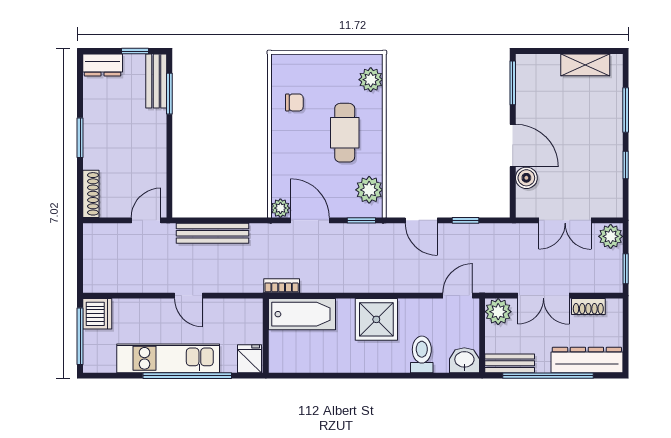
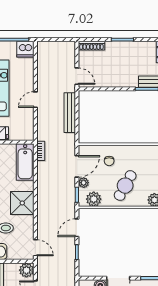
chair: (294, 102) -> (109, 161), moved
cafe table: (345, 133) -> (125, 186), turned -61
plant: (280, 208) -> (84, 183), moved

